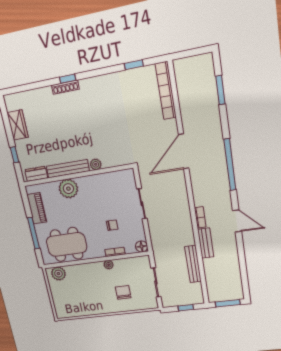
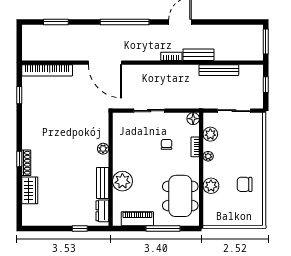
wardrobe: (18, 125) -> (30, 190), moved, turned 90
bench: (68, 169) -> (103, 183), width x0.73
plant: (130, 264) -> (210, 134), added
plant: (58, 274) -> (211, 186), moved
chair: (123, 292) -> (245, 184), moved

